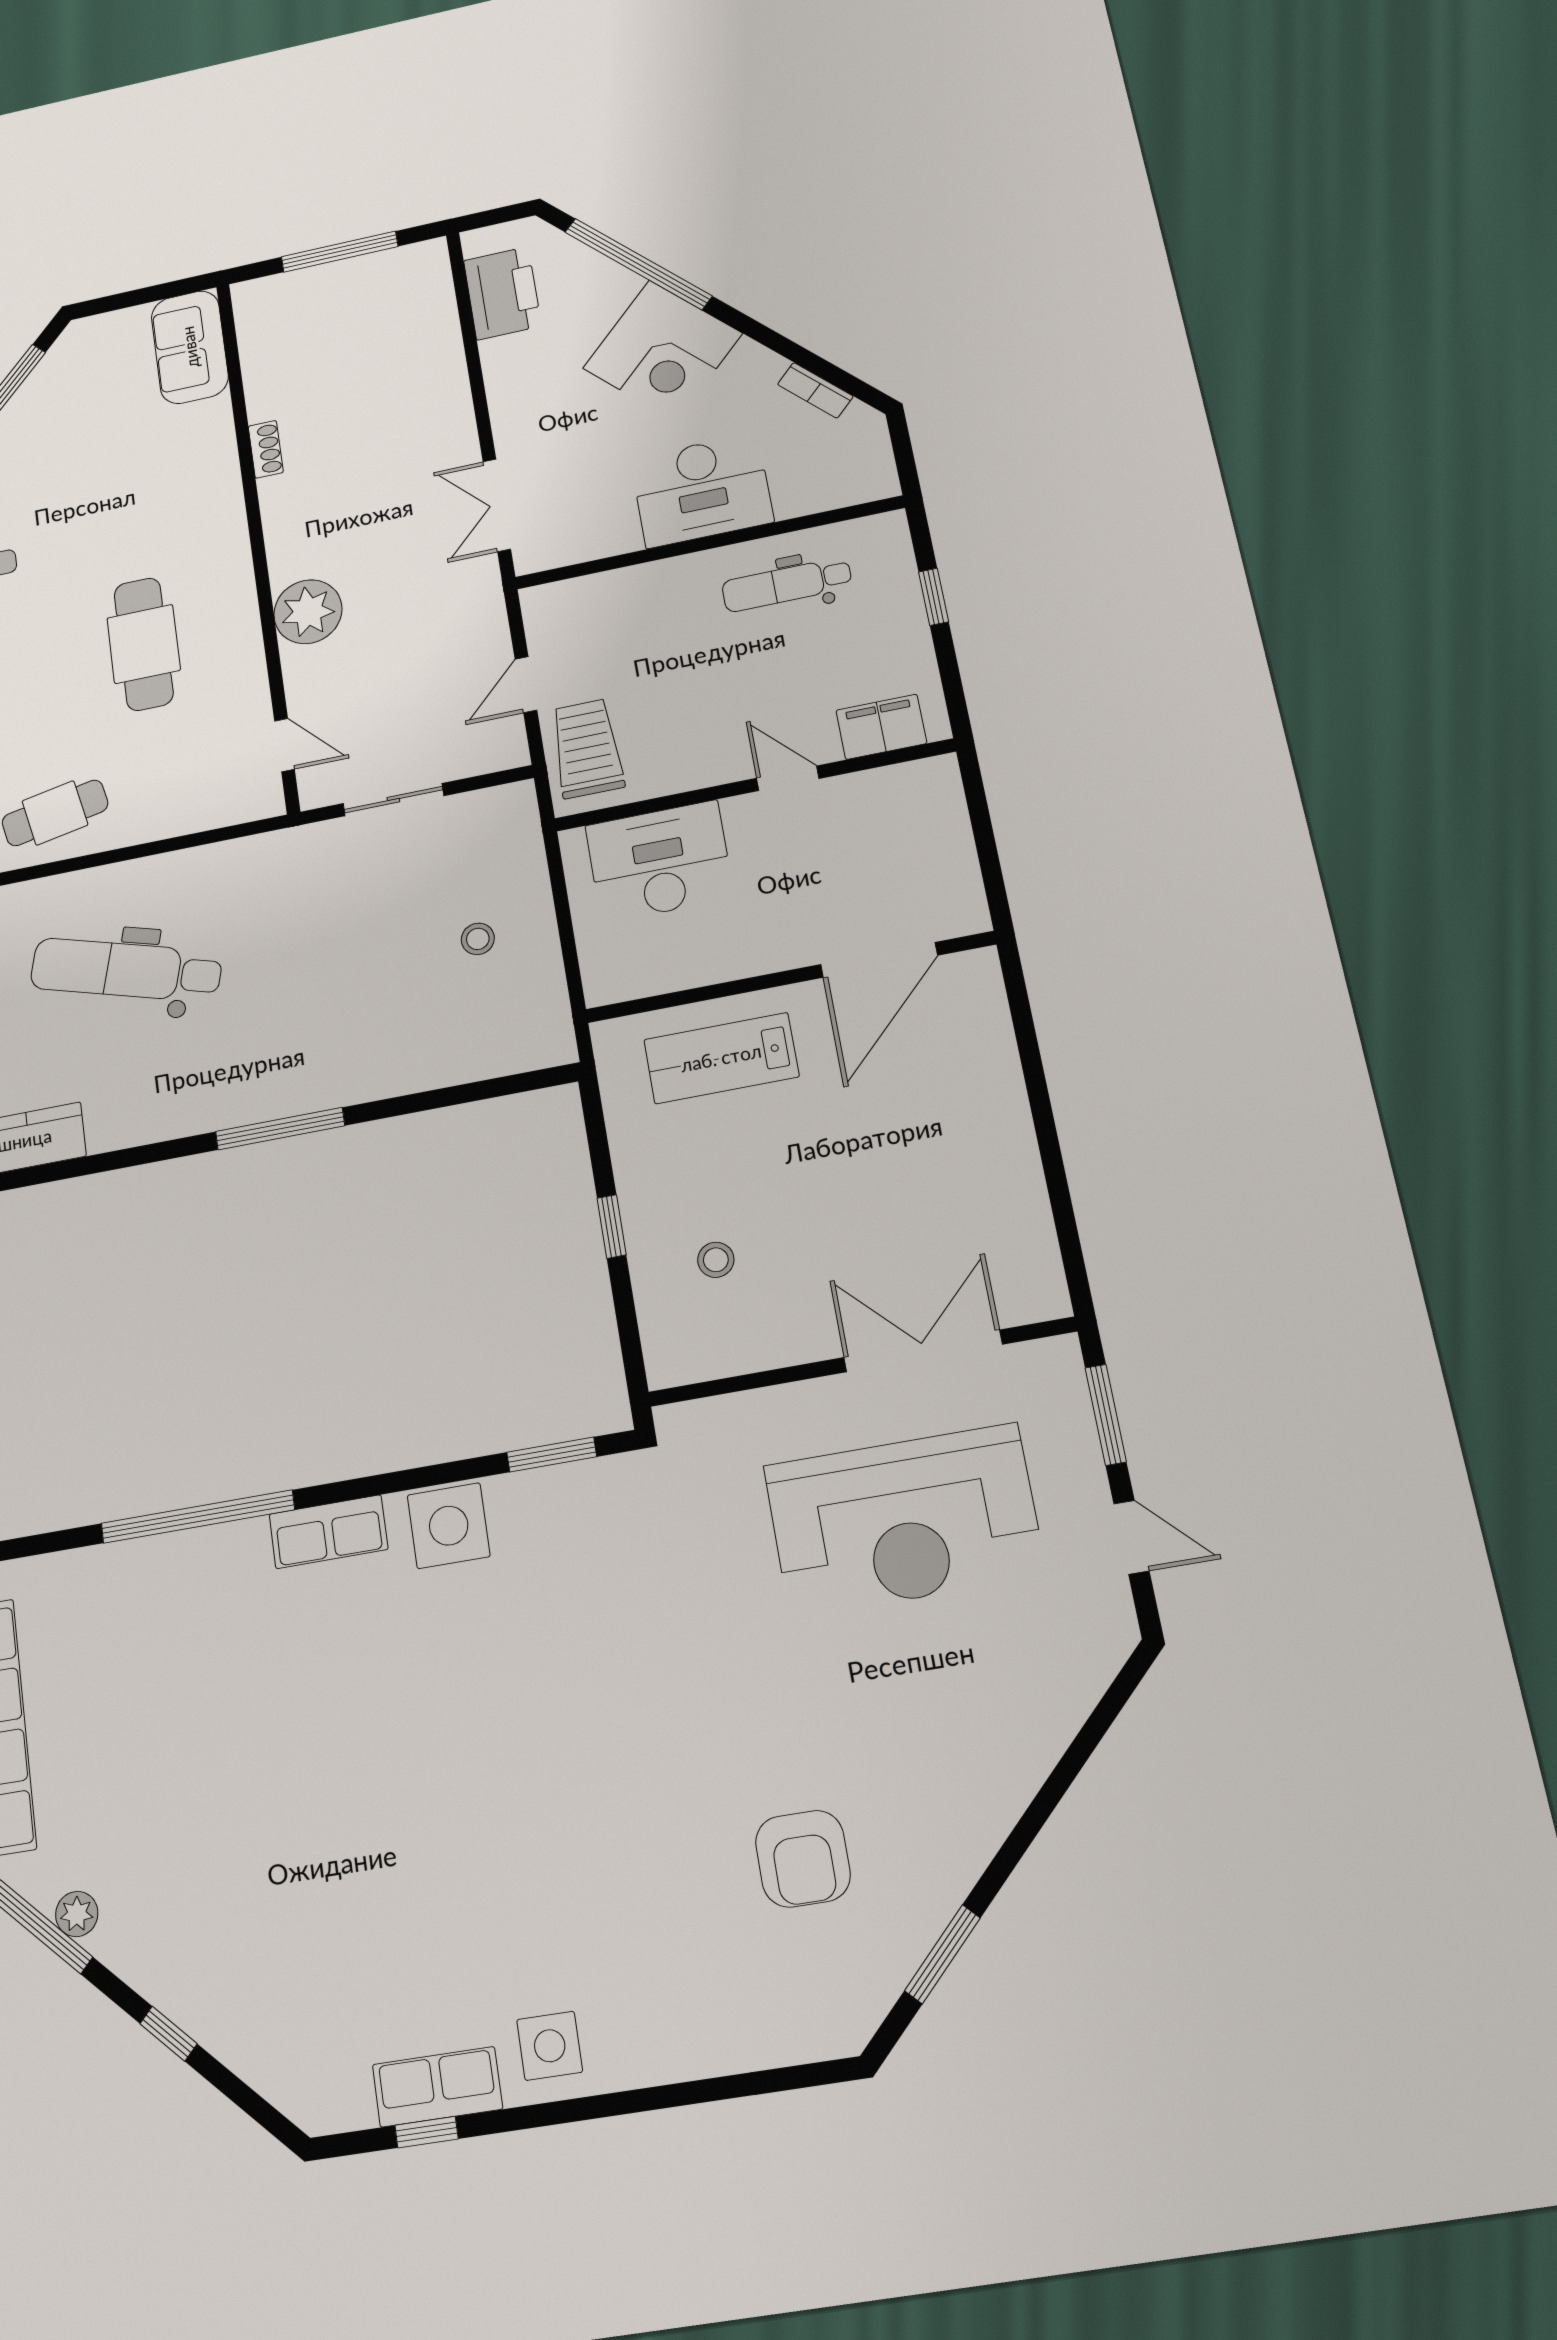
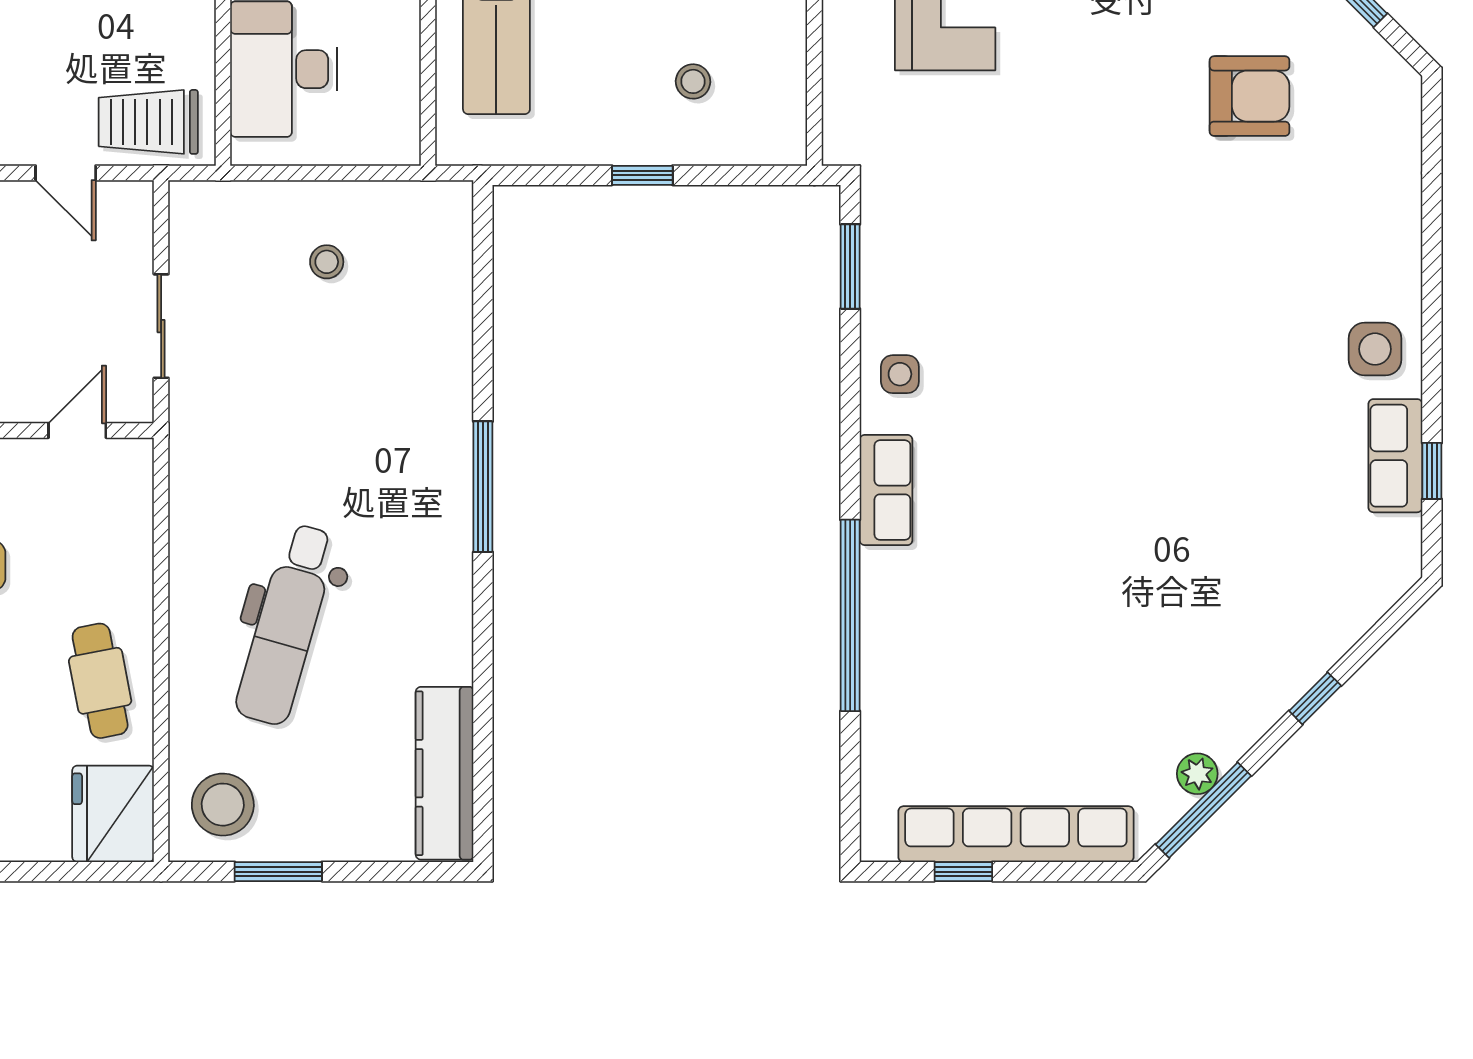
side table: (449, 1526) -> (900, 374), width x0.54, depth x0.54

